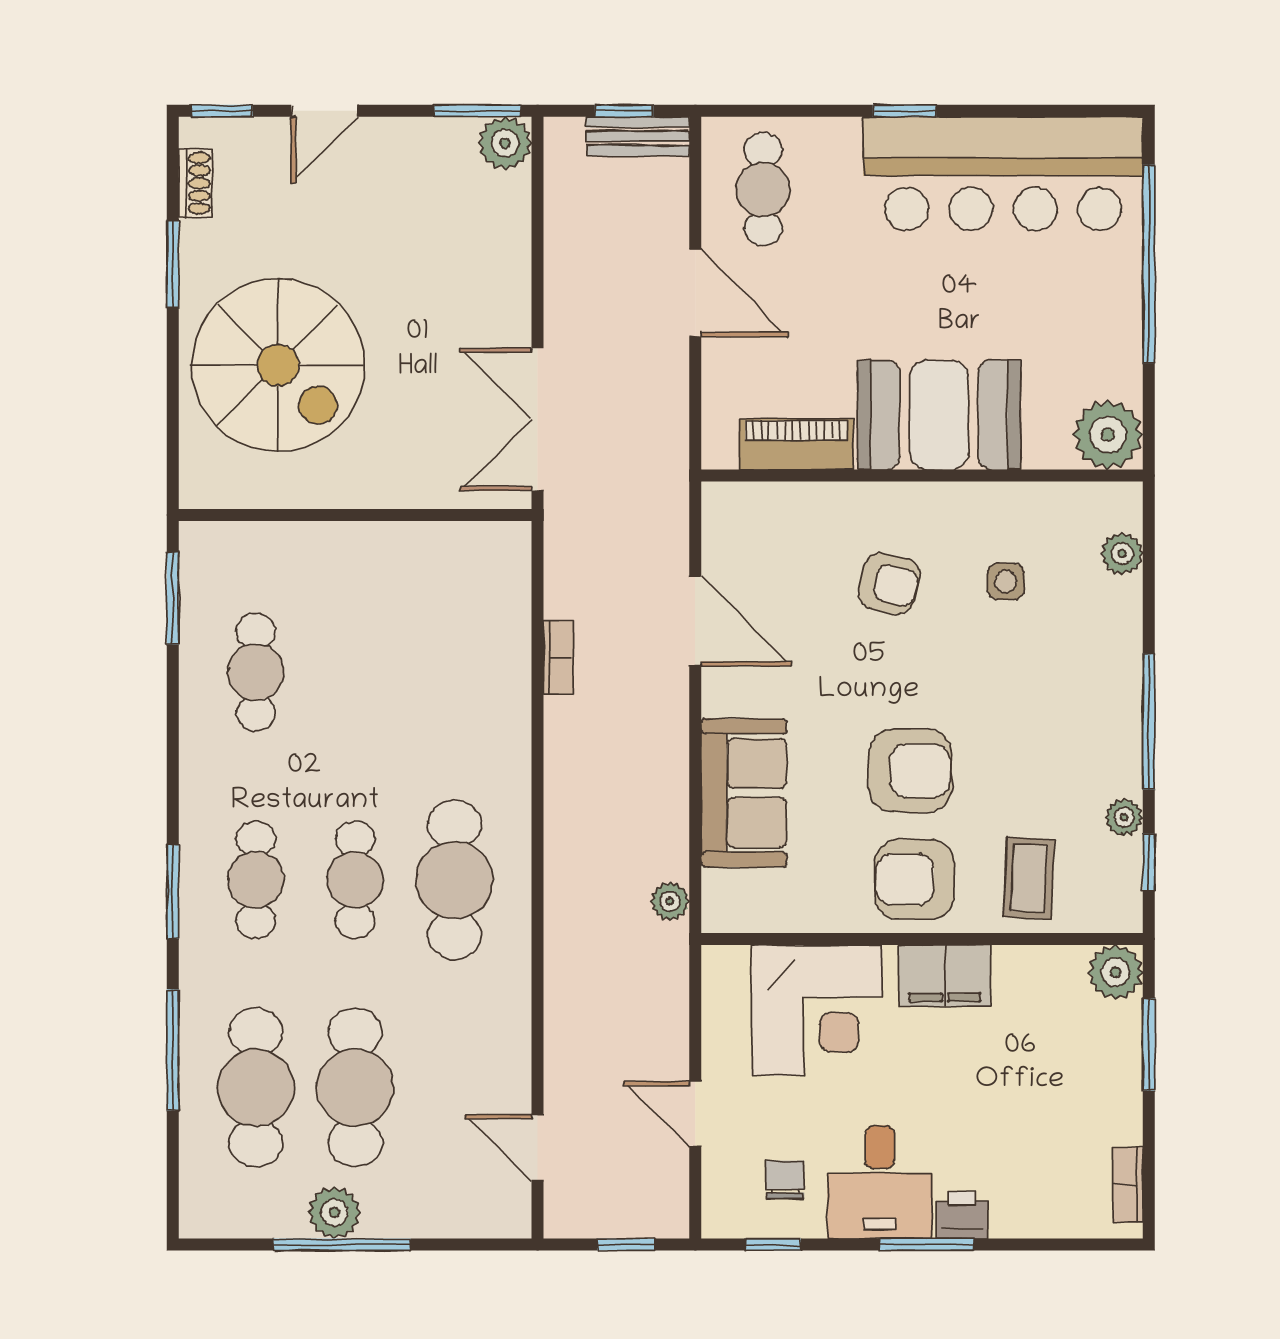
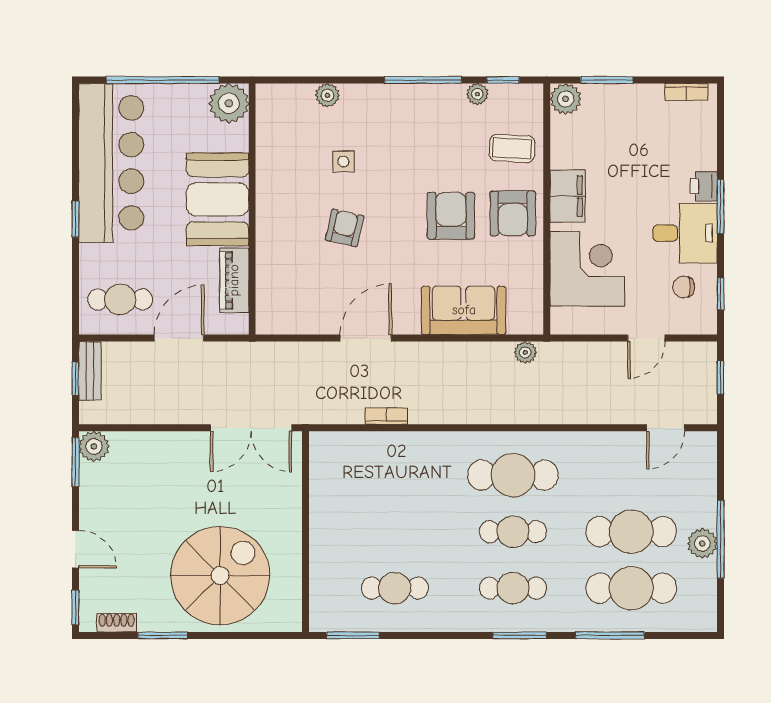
booth: (939, 415) -> (218, 199), moved
plant: (1108, 435) -> (229, 103), moved
piano: (797, 444) -> (234, 280), moved
wall: (922, 476) -> (252, 209), moved

